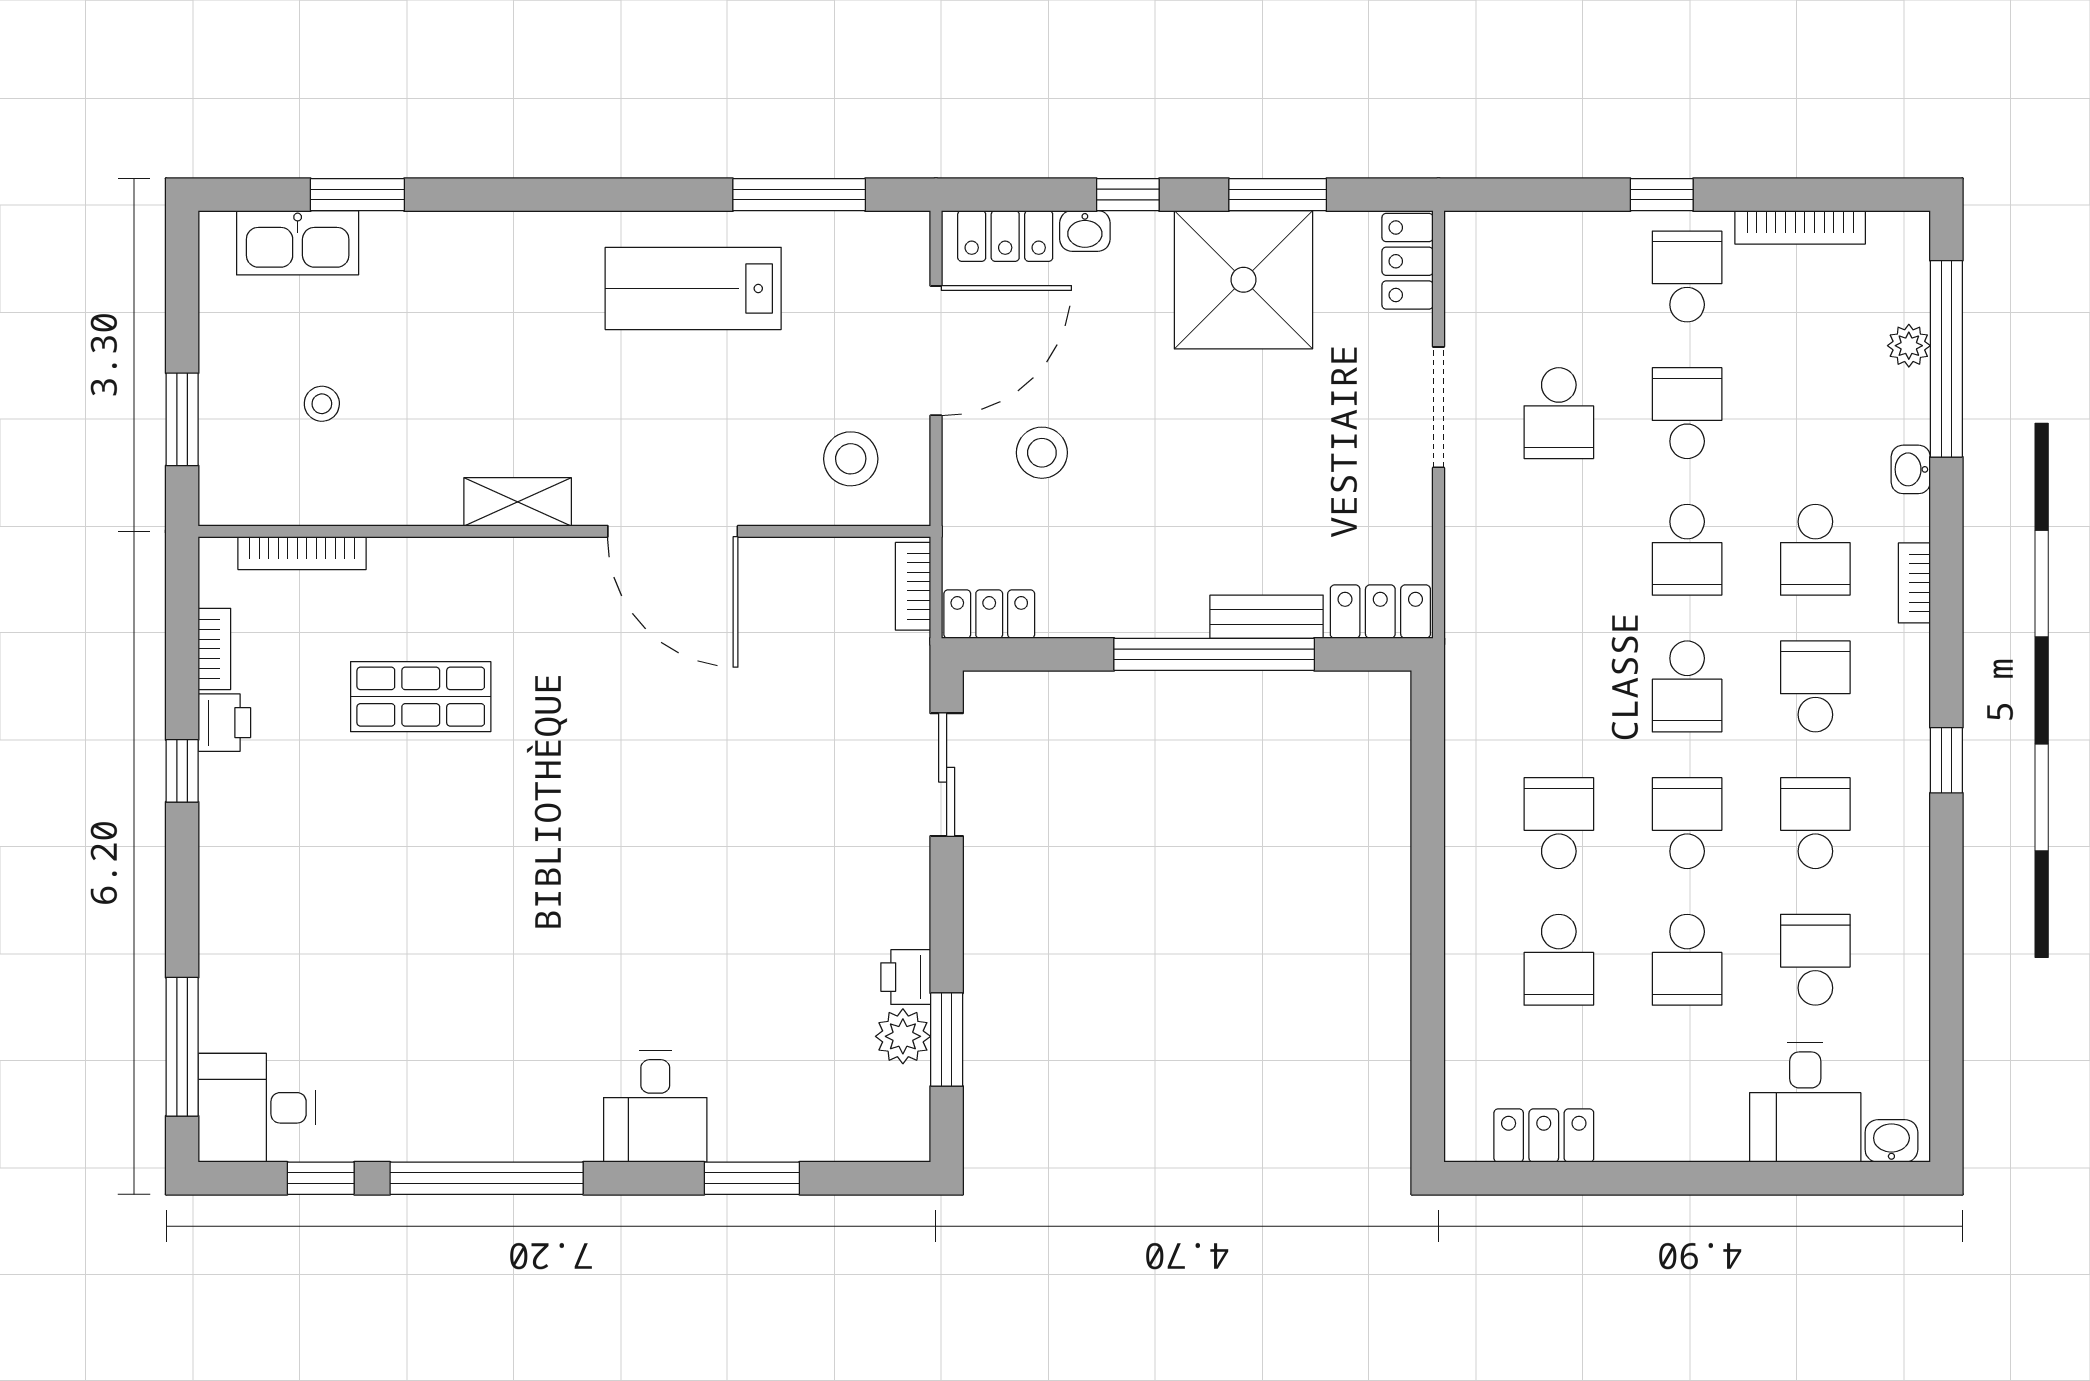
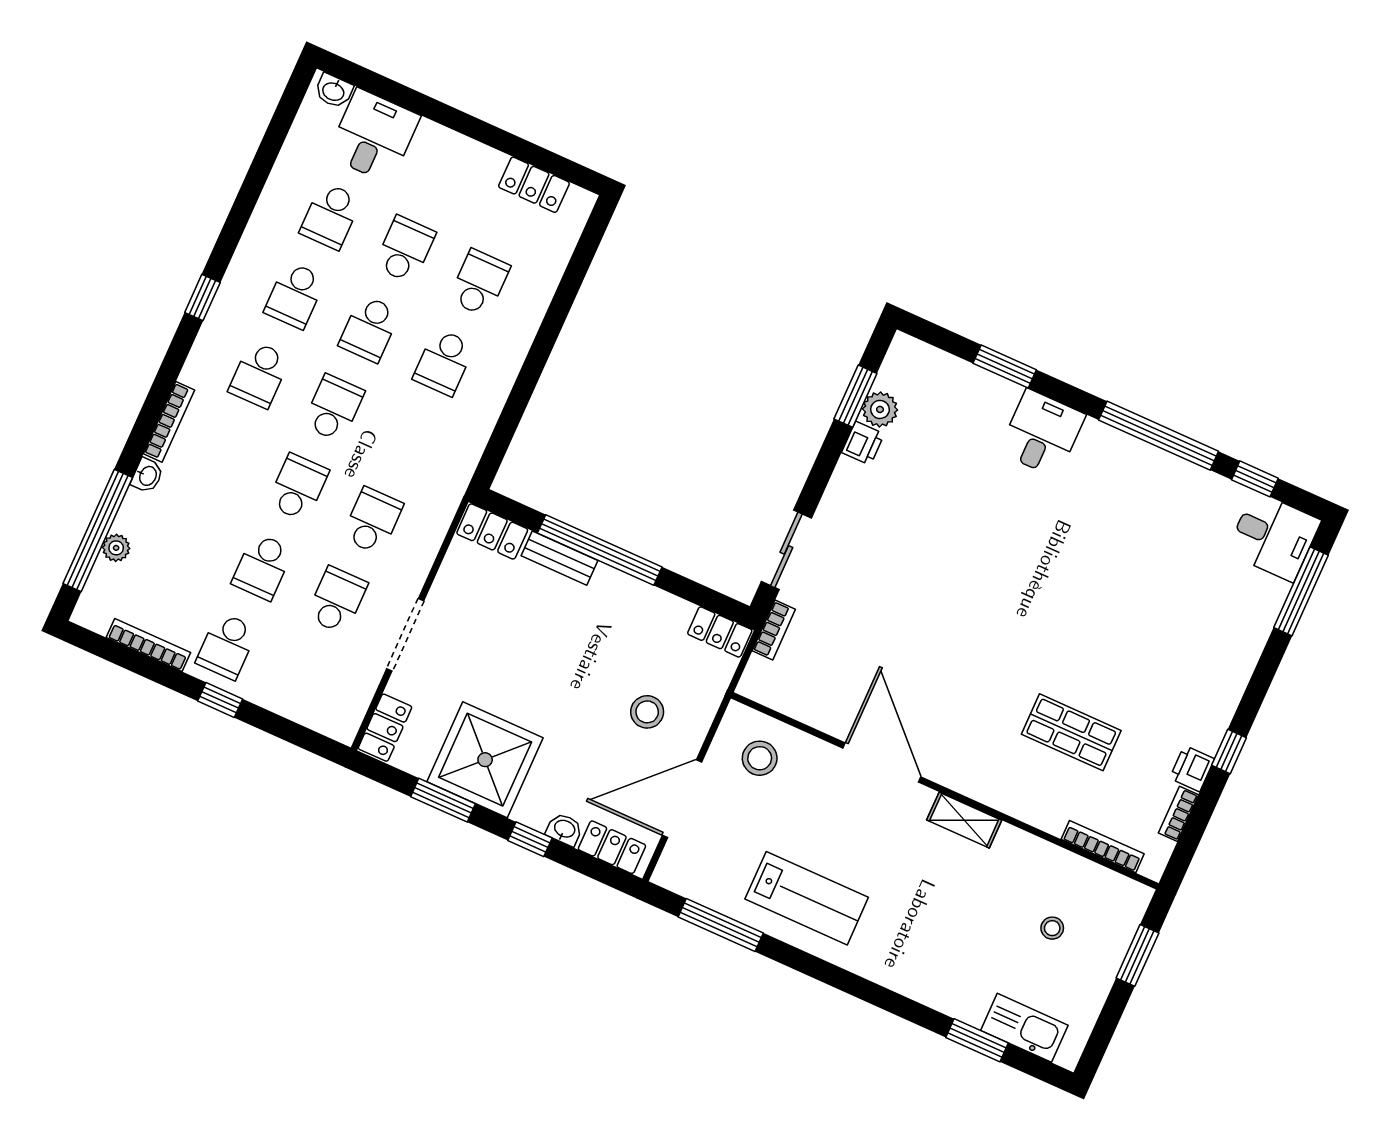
school desk: (1815, 550) -> (372, 521), moved
bookcase: (1914, 583) -> (169, 422), width x1.56
bookcase: (913, 586) -> (774, 630), moved

